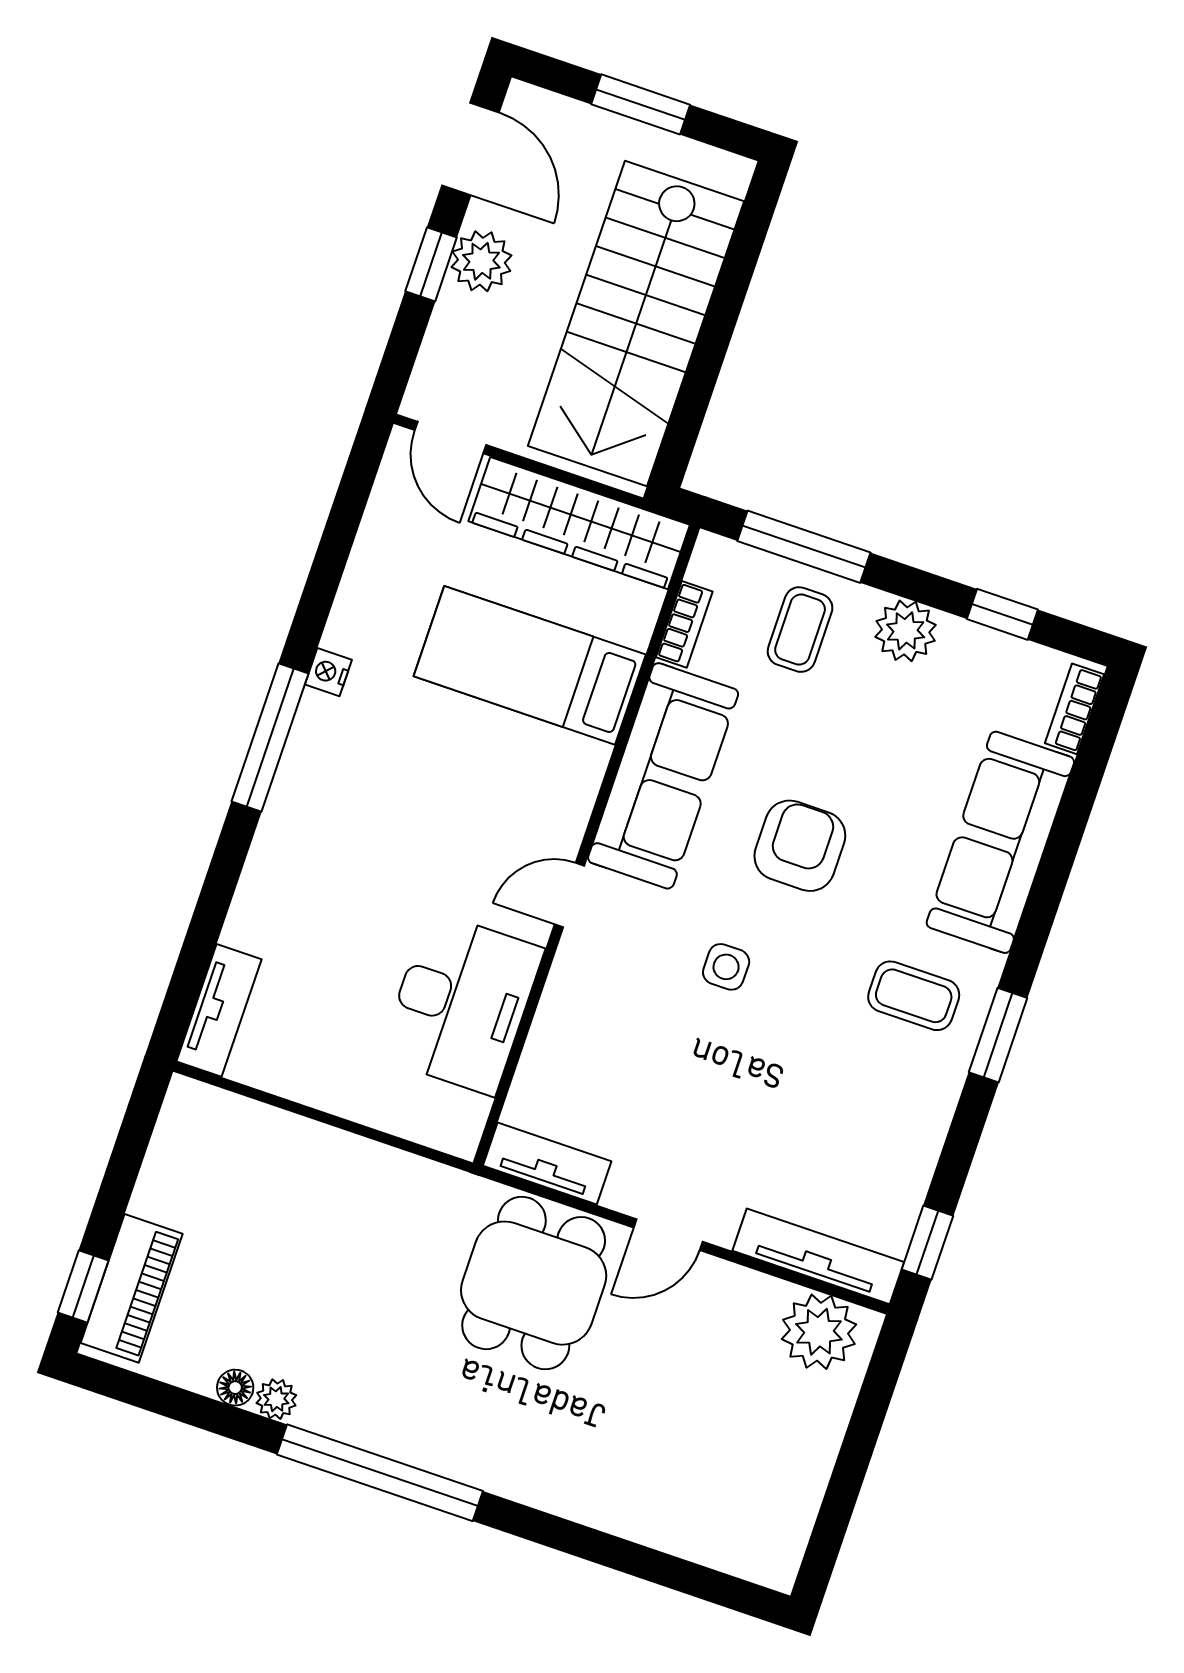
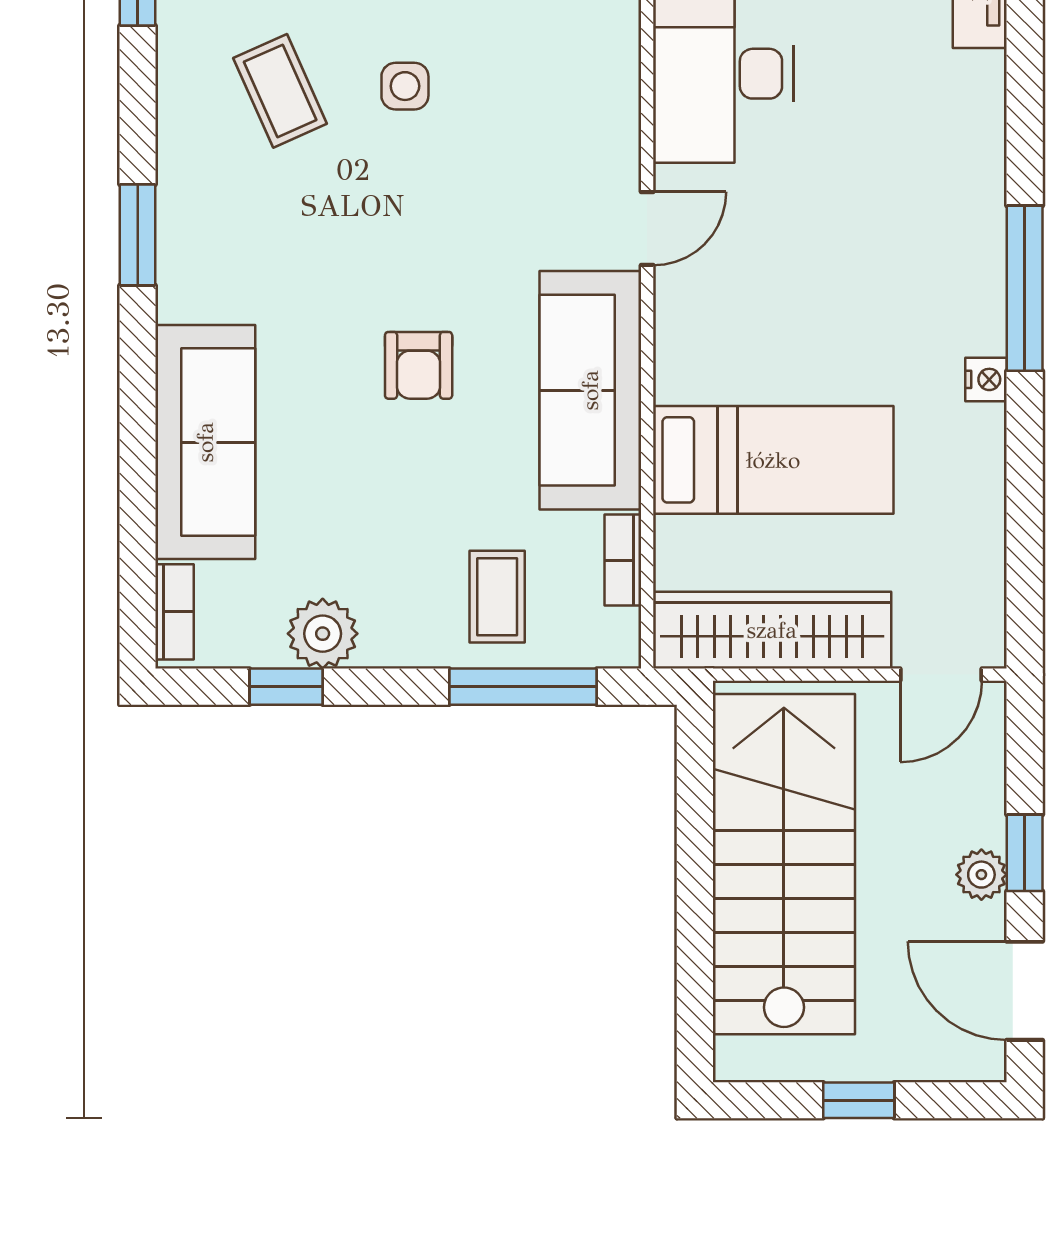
window: (641, 104) -> (859, 1100), width x0.67
plant: (481, 261) -> (981, 875), width x0.73, depth x0.73
door: (450, 438) -> (941, 675), swing flipped
plant: (906, 631) -> (323, 634), moved
armchair: (800, 846) -> (419, 365), width x0.72, depth x0.72
side table: (726, 967) -> (405, 86), moved
coffee table: (914, 996) -> (280, 91), moved, turned 66

